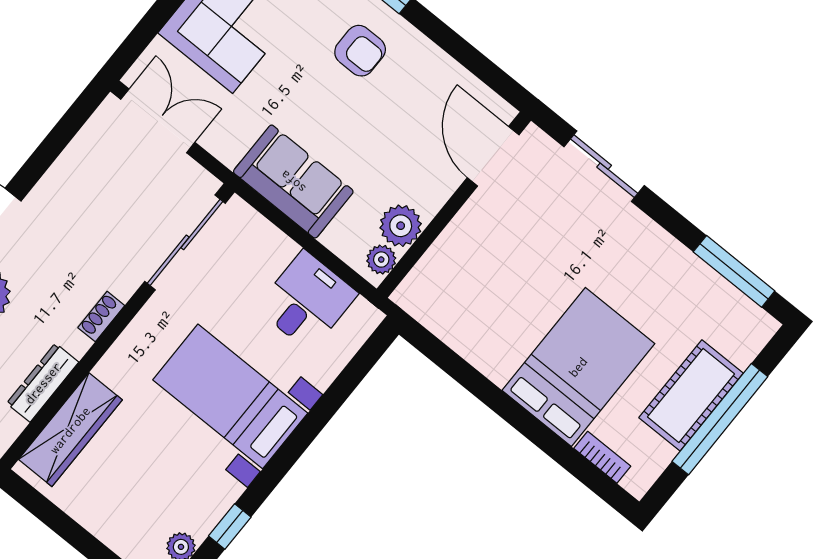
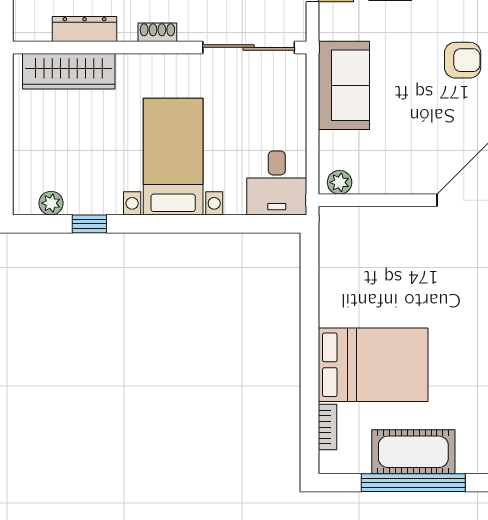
armchair: (360, 51) -> (463, 60), turned -90
plant: (401, 226) -> (371, 177), removed
desk: (307, 301) -> (277, 183), moved, turned 90

